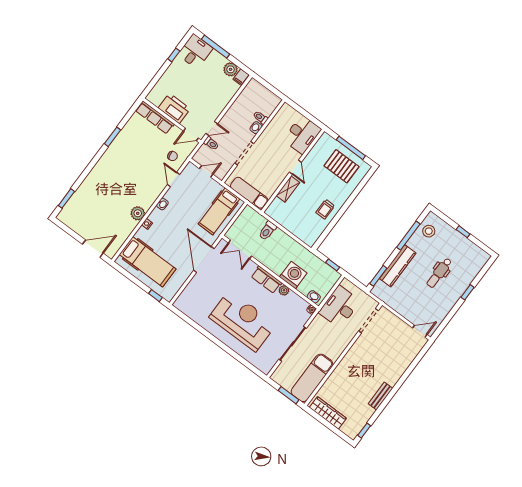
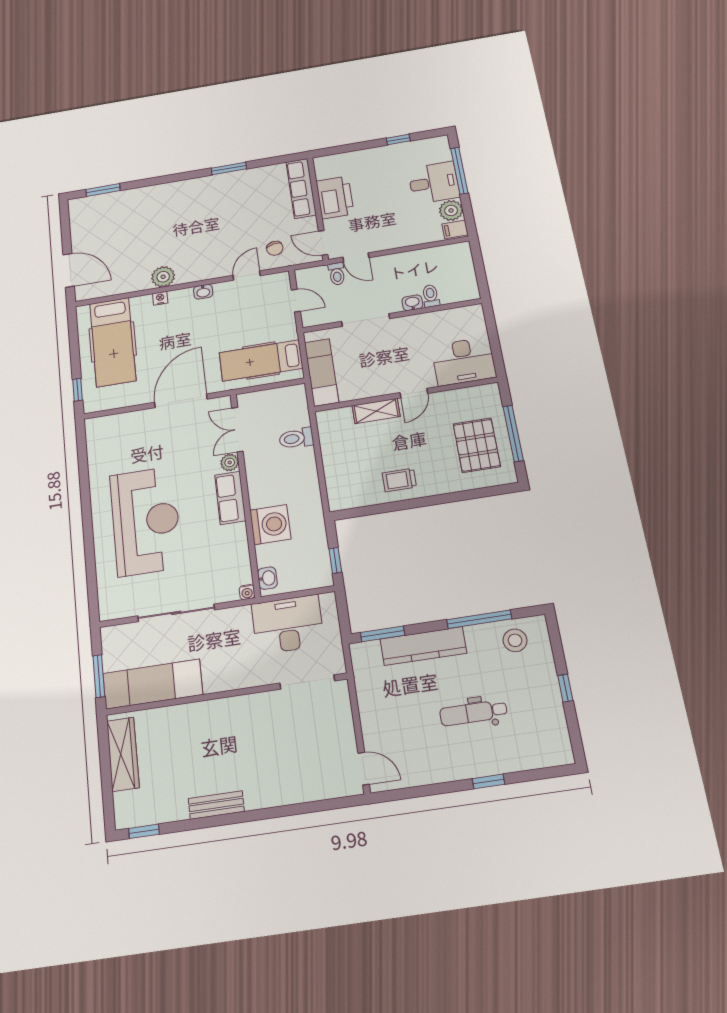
desk: (195, 51) -> (434, 183), moved
plant: (284, 290) -> (230, 462), moved

